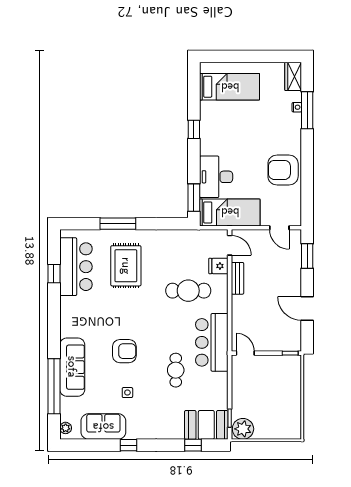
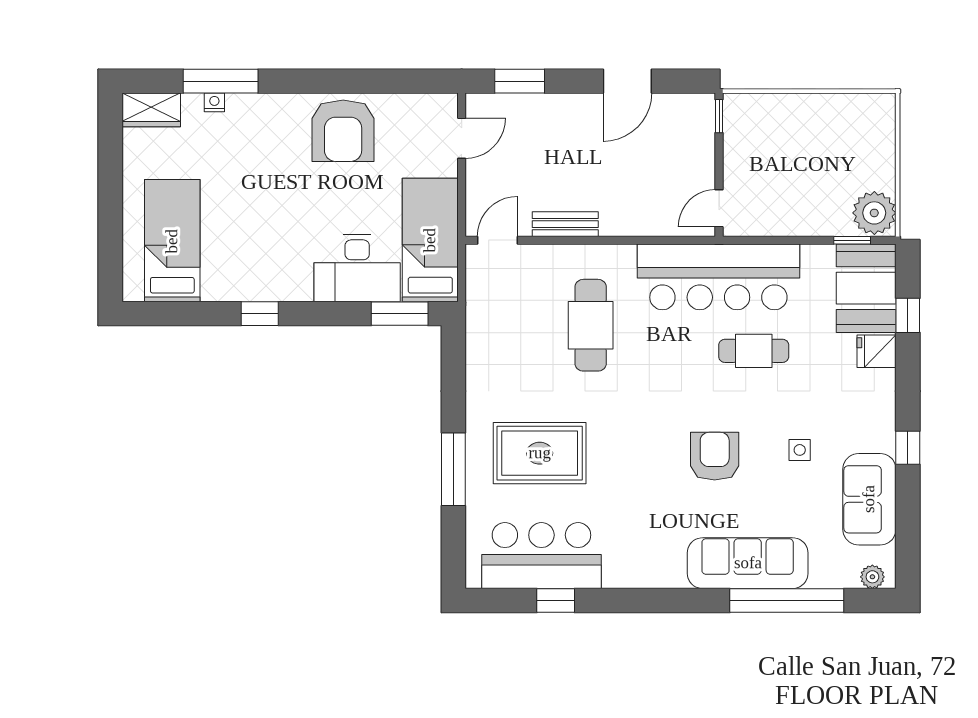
fridge: (218, 266) -> (876, 351), moved, turned 90
bar counter: (212, 342) -> (718, 277), width x1.36

